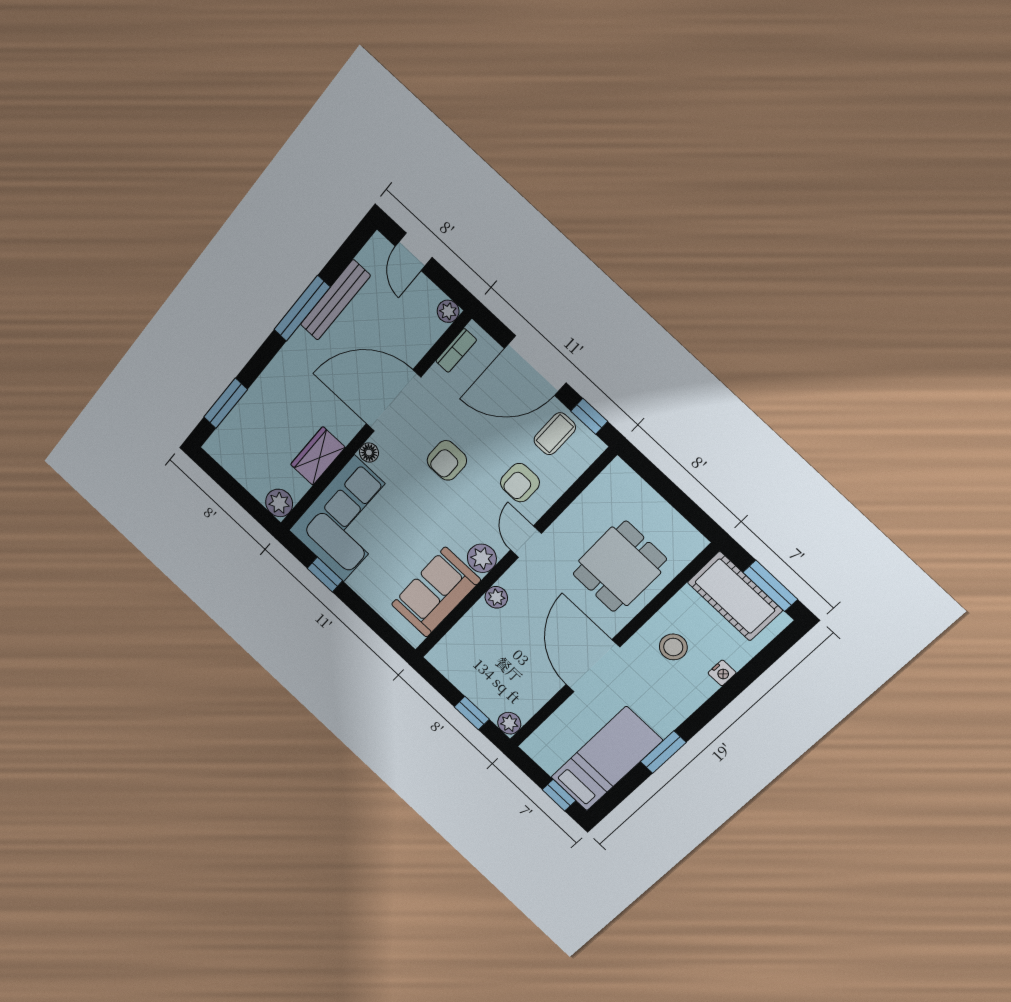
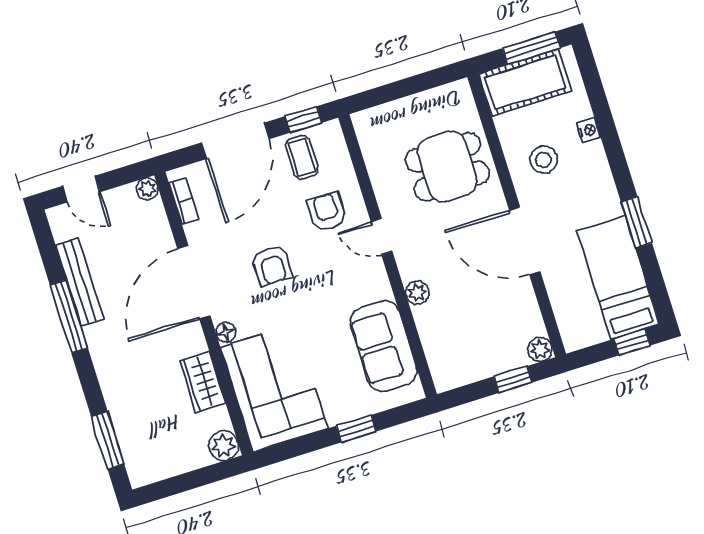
armchair: (520, 483) -> (327, 212), turned 180
plant: (482, 558) -> (375, 285), removed
dining table: (620, 567) -> (447, 167), turned 90
window: (325, 574) -> (356, 429), moved

